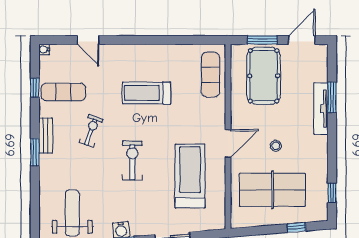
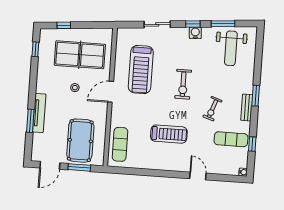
door: (88, 40) -> (198, 176), moved

